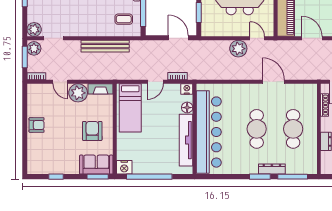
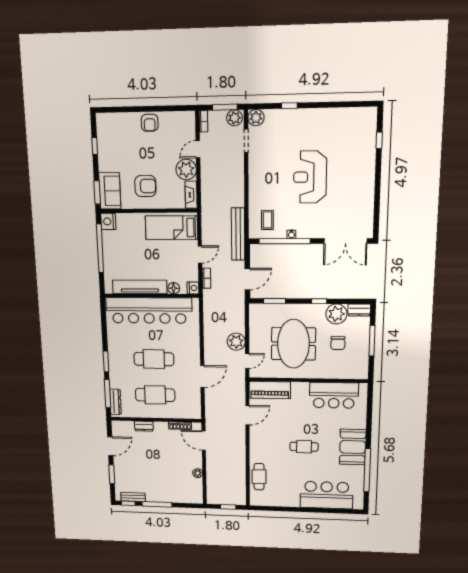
bench: (105, 46) -> (238, 234), moved
door: (155, 82) -> (200, 255), swing flipped
dresser: (272, 169) -> (115, 402), moved

